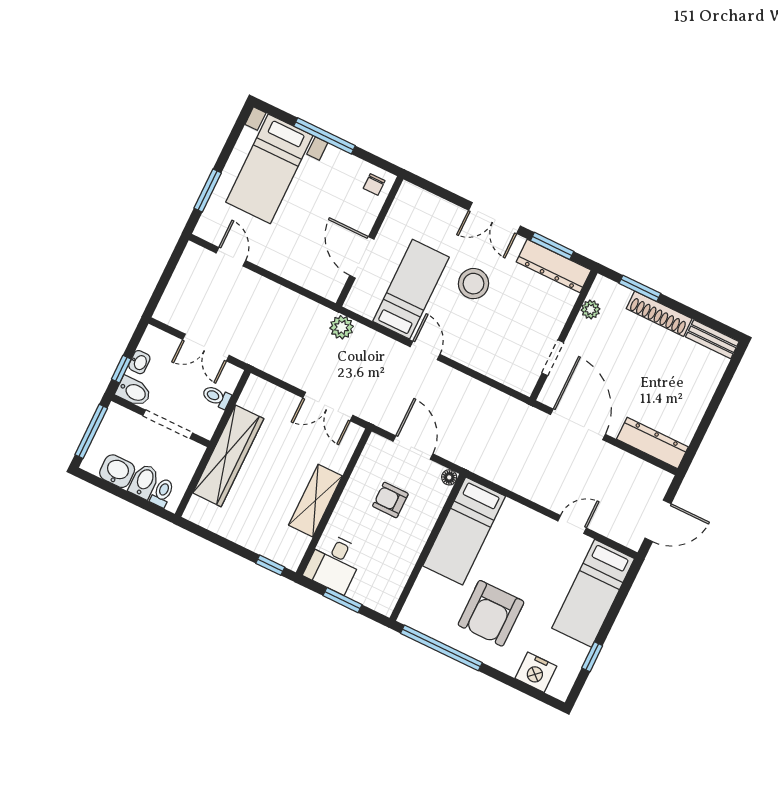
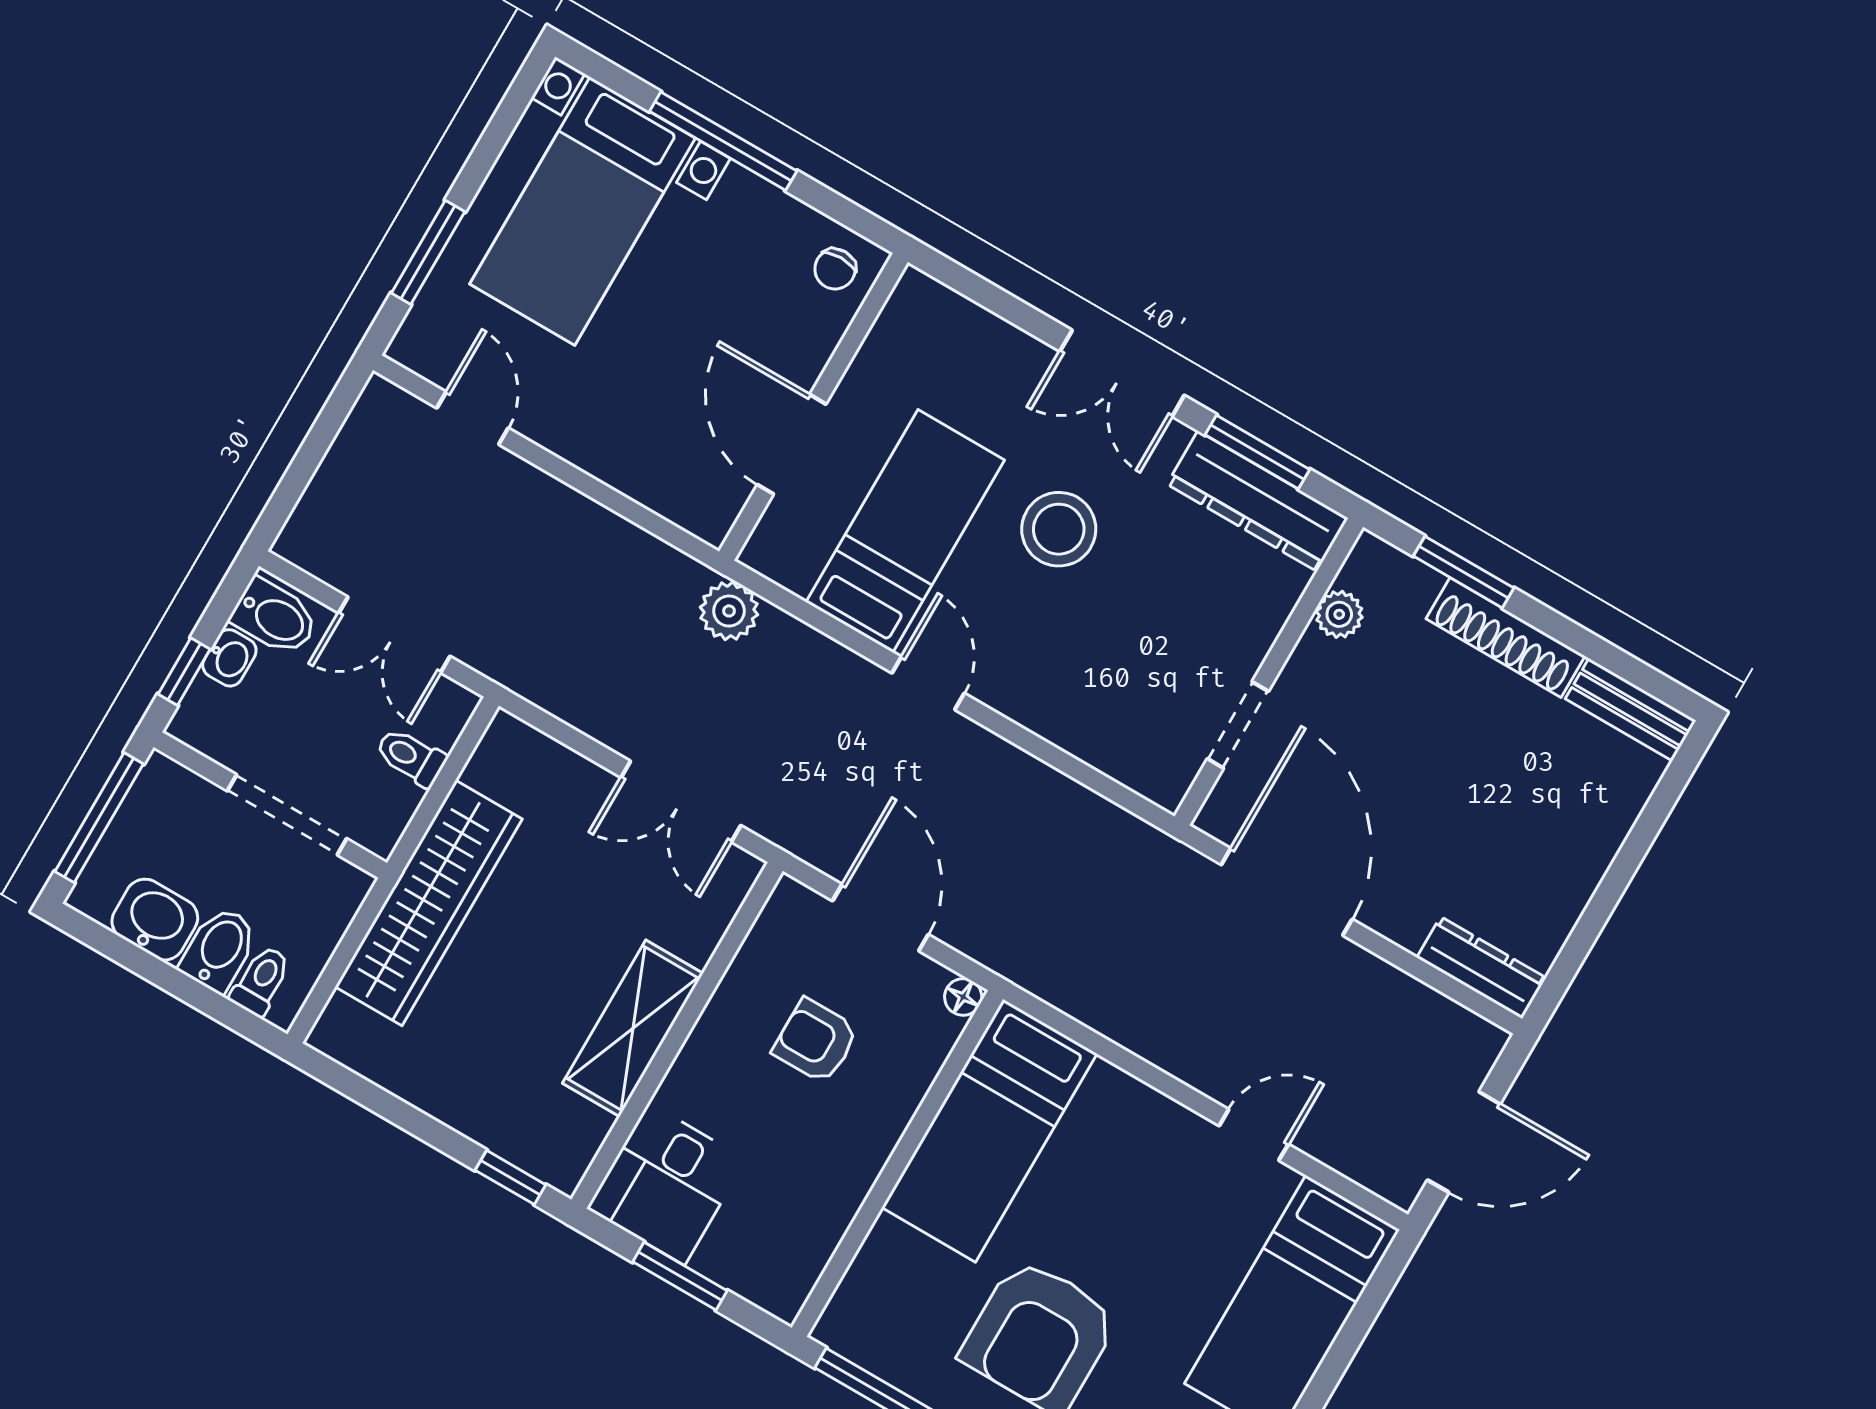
bidet: (134, 391) -> (275, 617), moved
dresser: (652, 443) -> (1481, 968), width x0.73, depth x0.80

